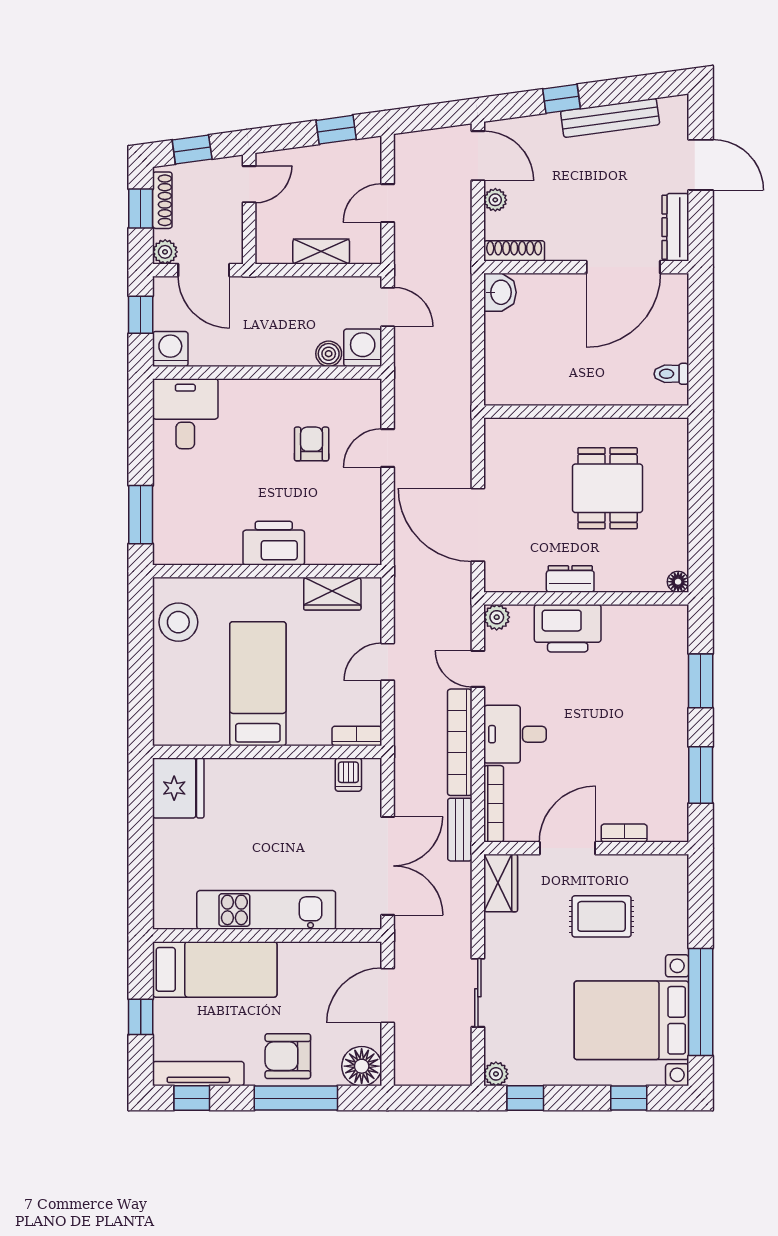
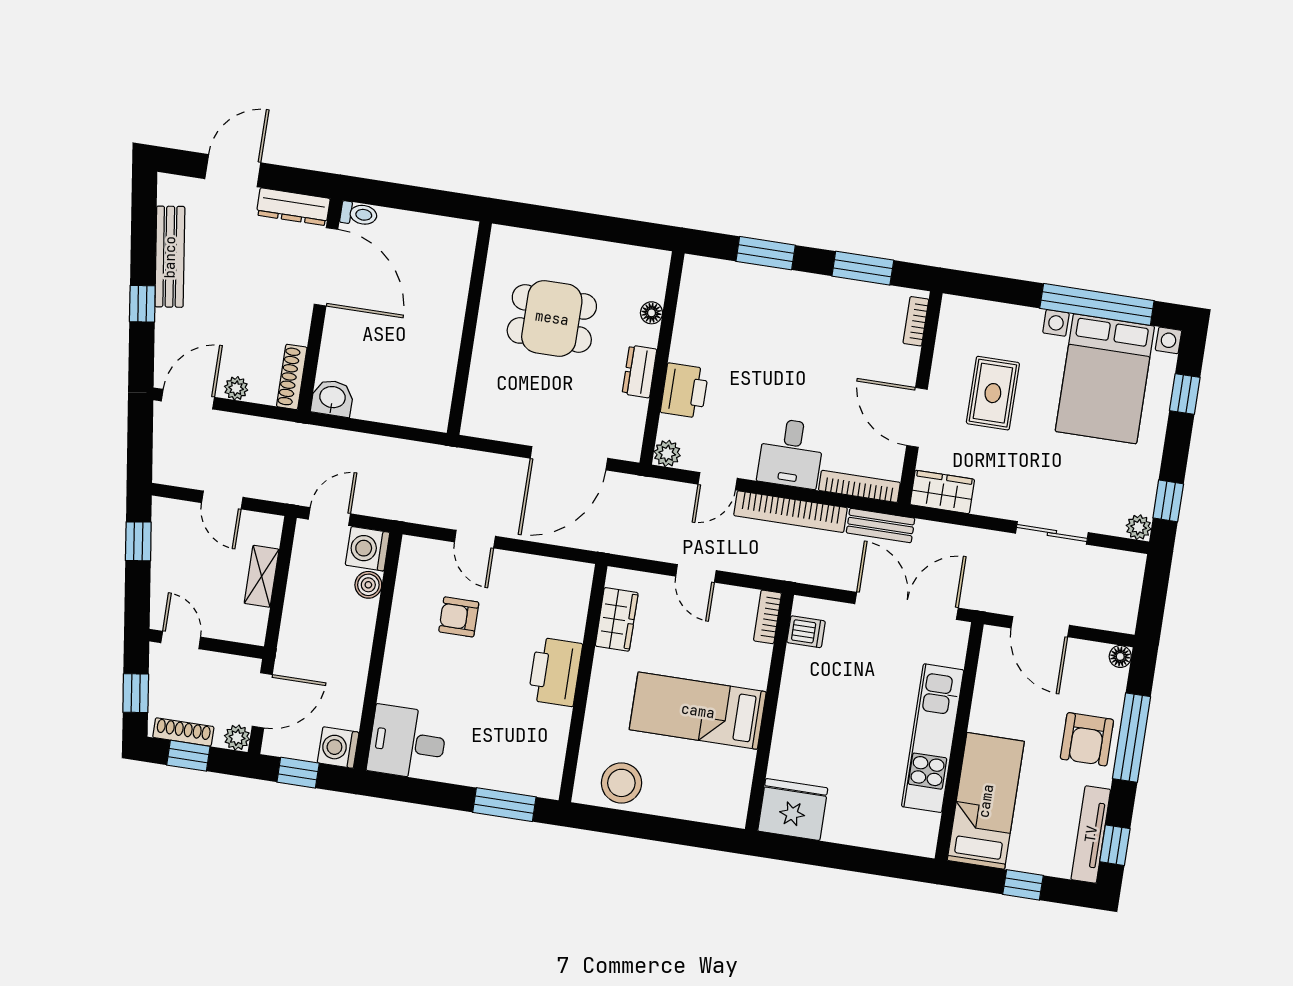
toilet: (671, 374) -> (359, 214), moved, turned -90
floor lamp: (678, 582) -> (652, 313), moved
printer: (568, 628) -> (684, 391), width x0.73, depth x0.84
bookcase: (624, 833) -> (916, 321), moved
floor lamp: (362, 1066) -> (1120, 656), width x0.53, depth x0.53

